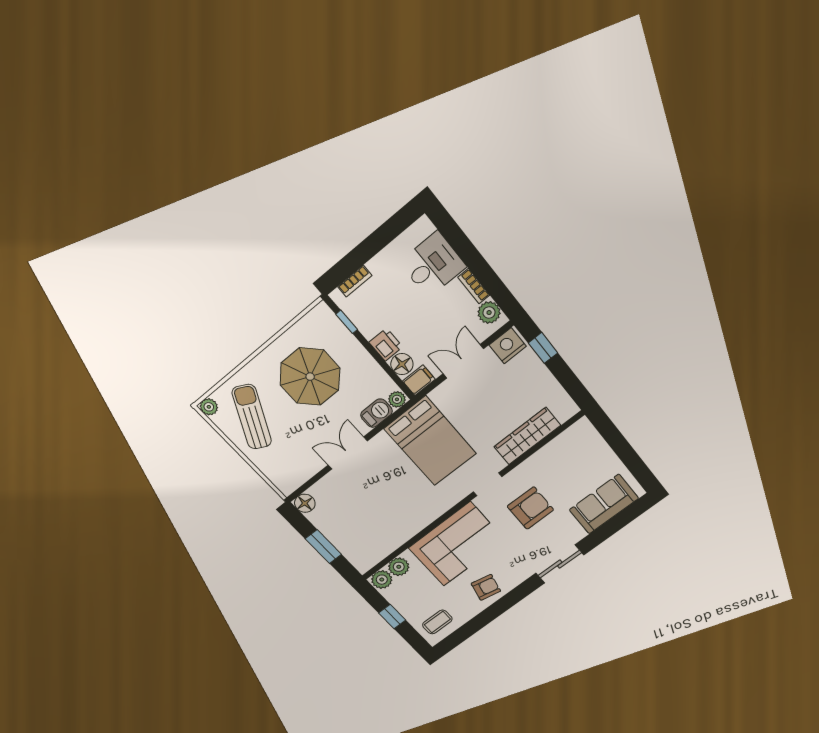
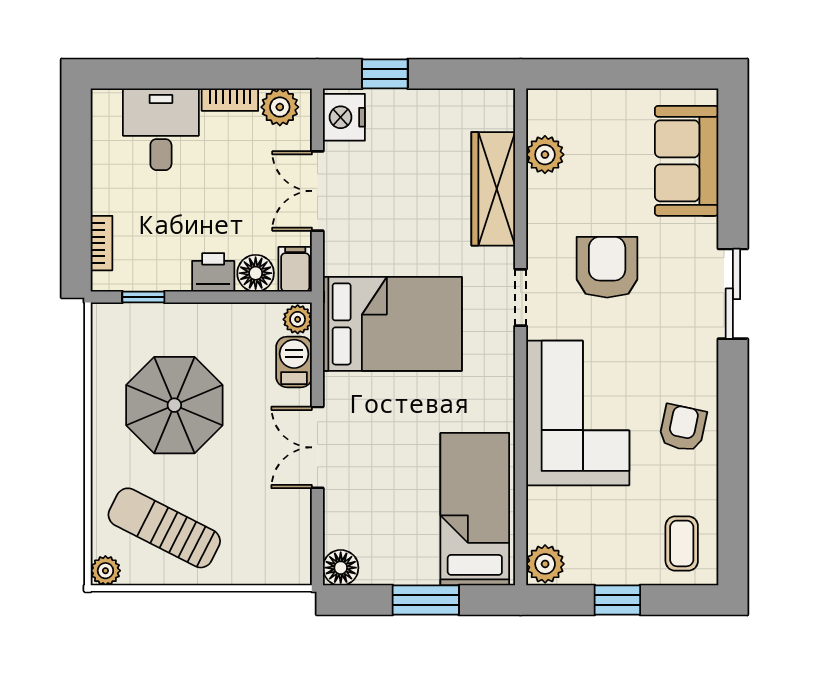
bed: (380, 536) -> (475, 509), added
plant: (399, 567) -> (545, 155), moved

